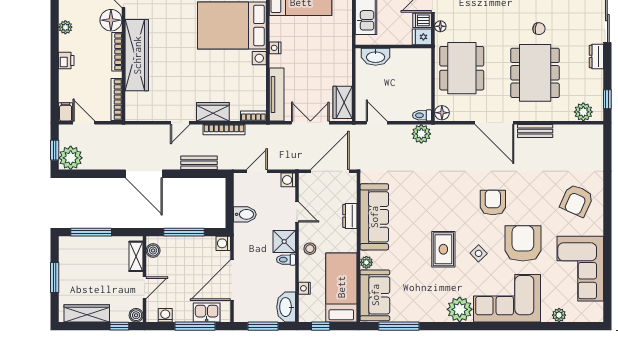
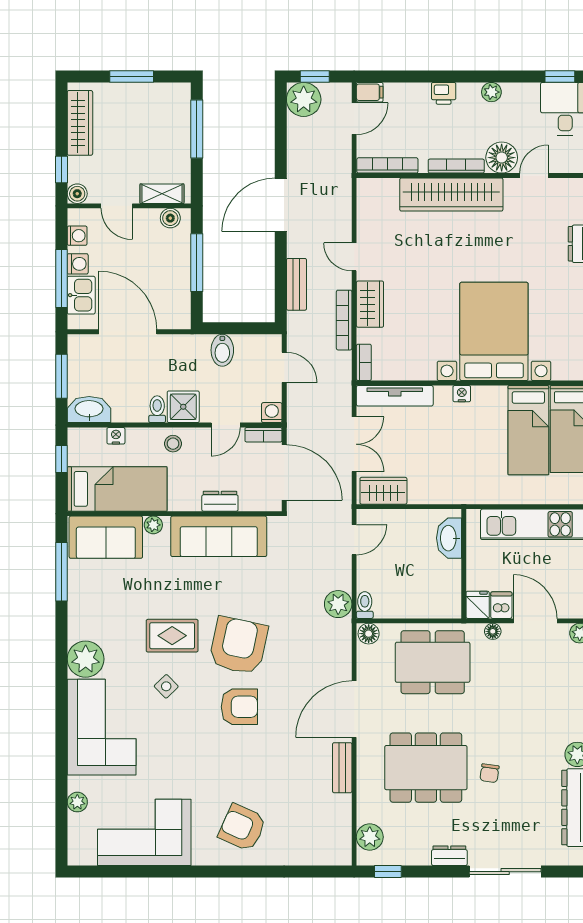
bookcase: (304, 186) -> (263, 435), added
washing machine: (223, 243) -> (78, 264), moved, turned 90
armchair: (523, 243) -> (238, 646), moved, turned -78

